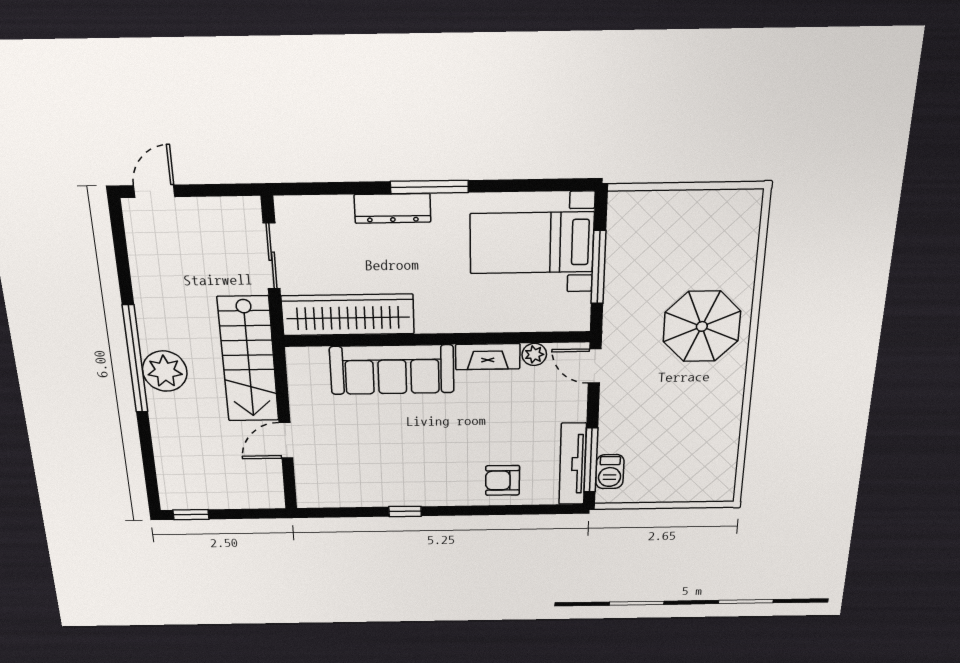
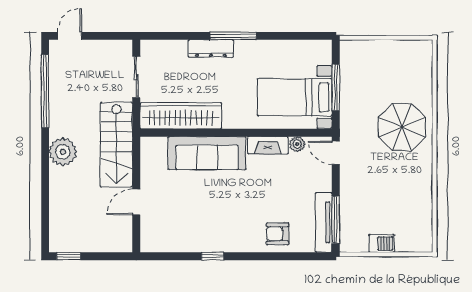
bed with nightstands: (532, 243) -> (295, 97), moved
window: (135, 359) -> (45, 91), moved
barbecue: (610, 472) -> (382, 243), moved, turned -90

